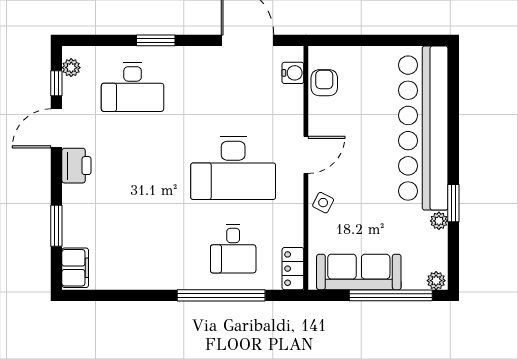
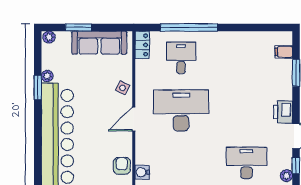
armchair: (324, 83) -> (122, 166), turned 180
filing cabinet: (75, 268) -> (284, 52), width x0.50
window: (391, 295) -> (78, 27), width x0.47

